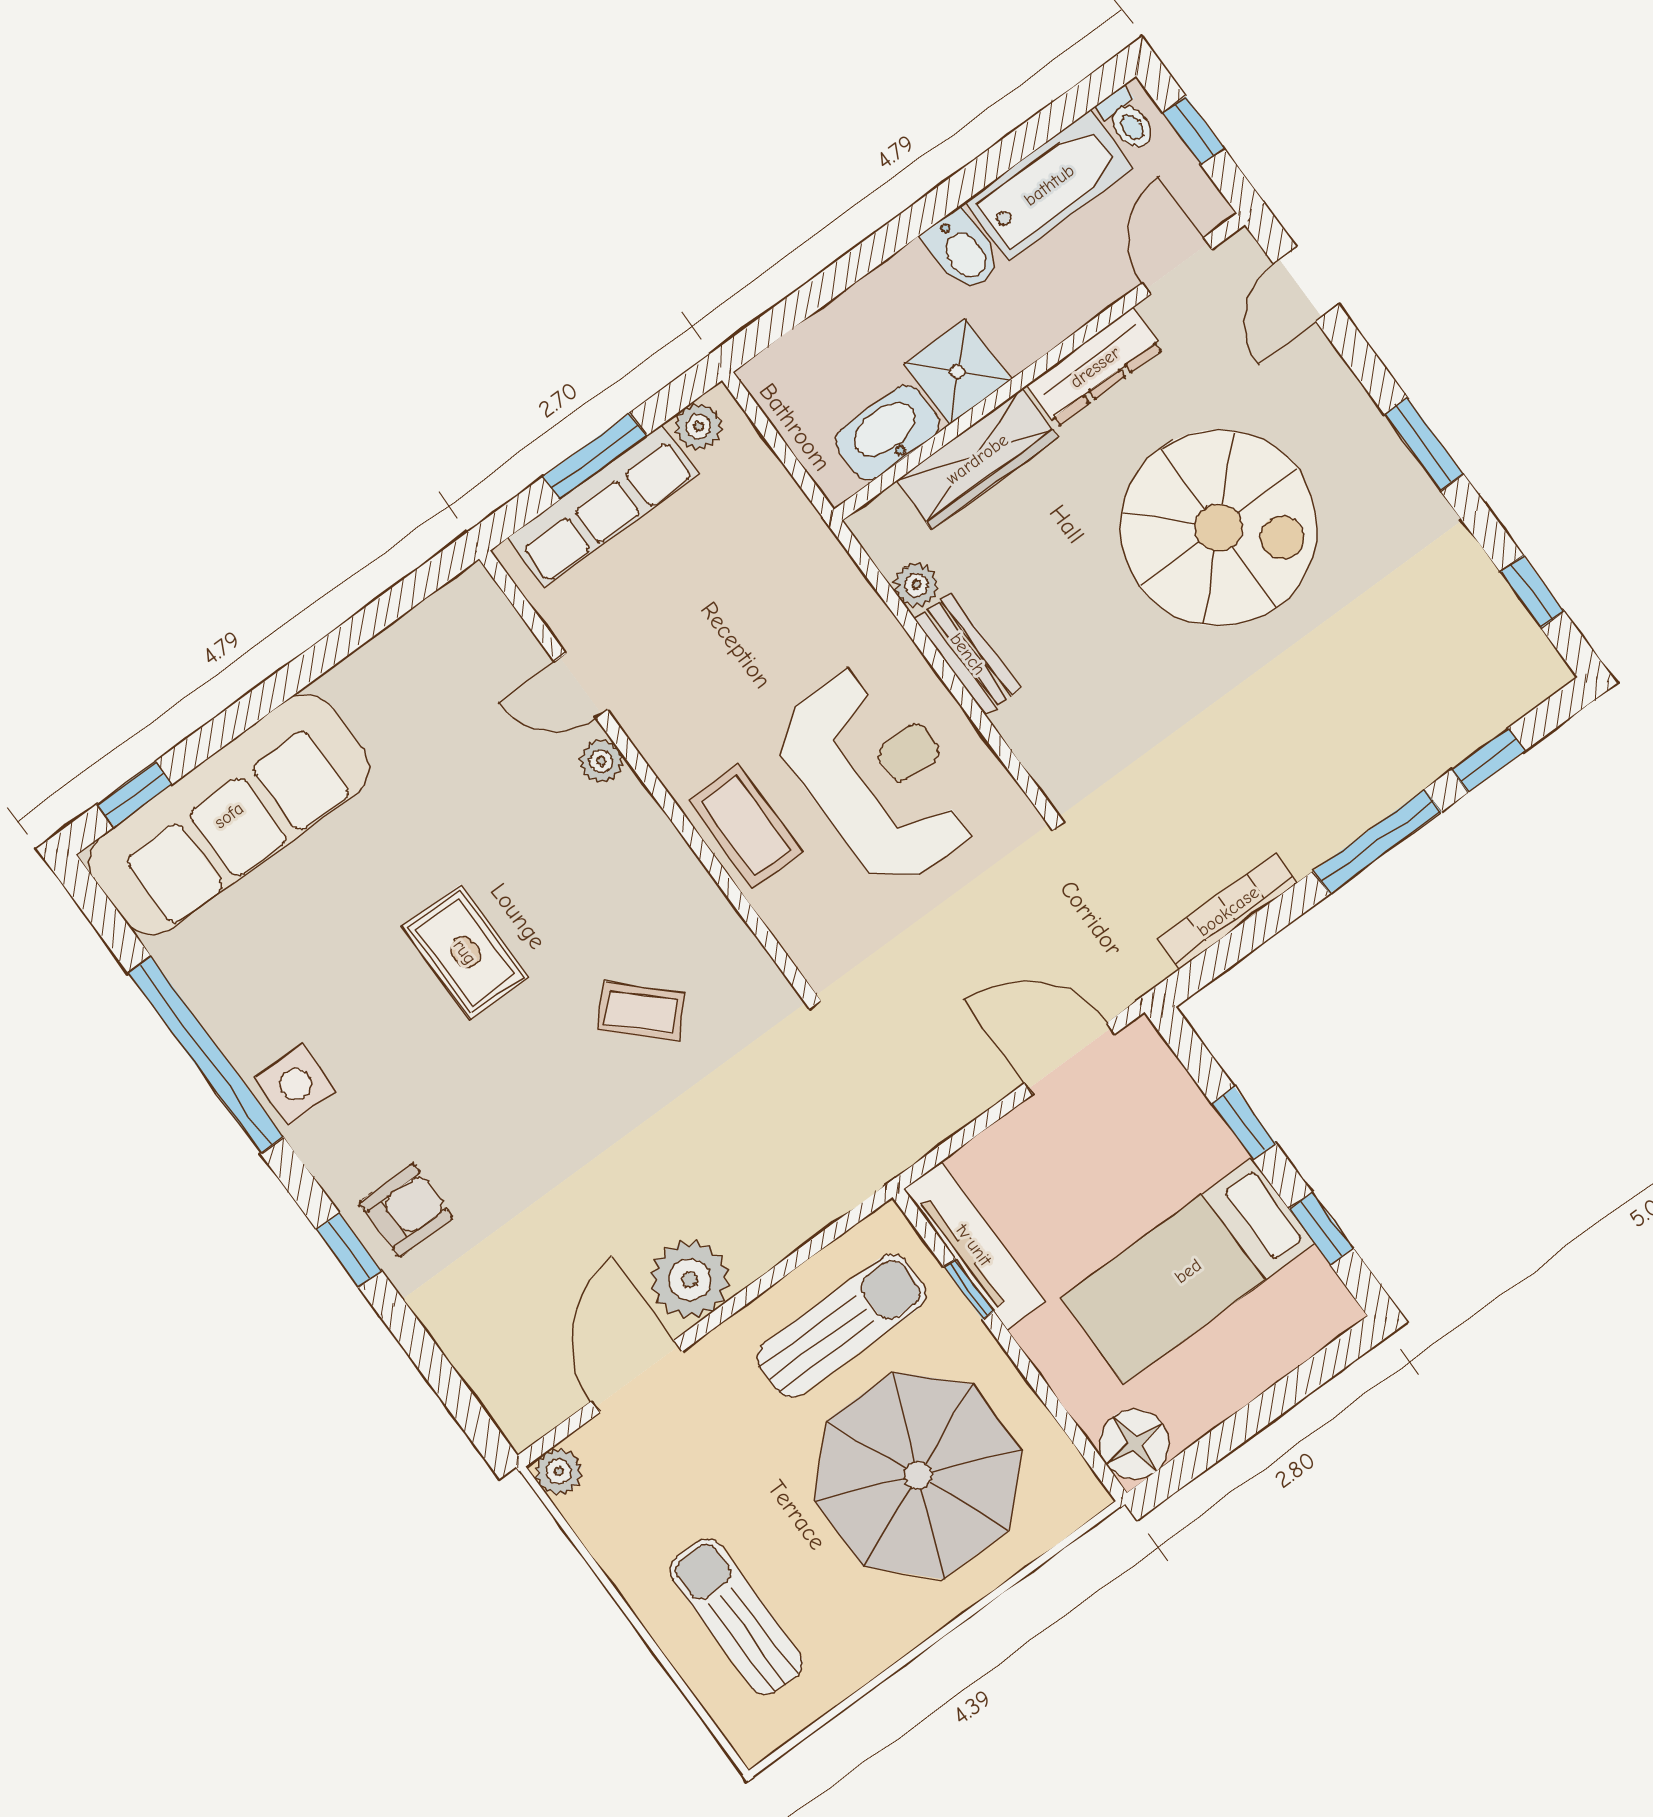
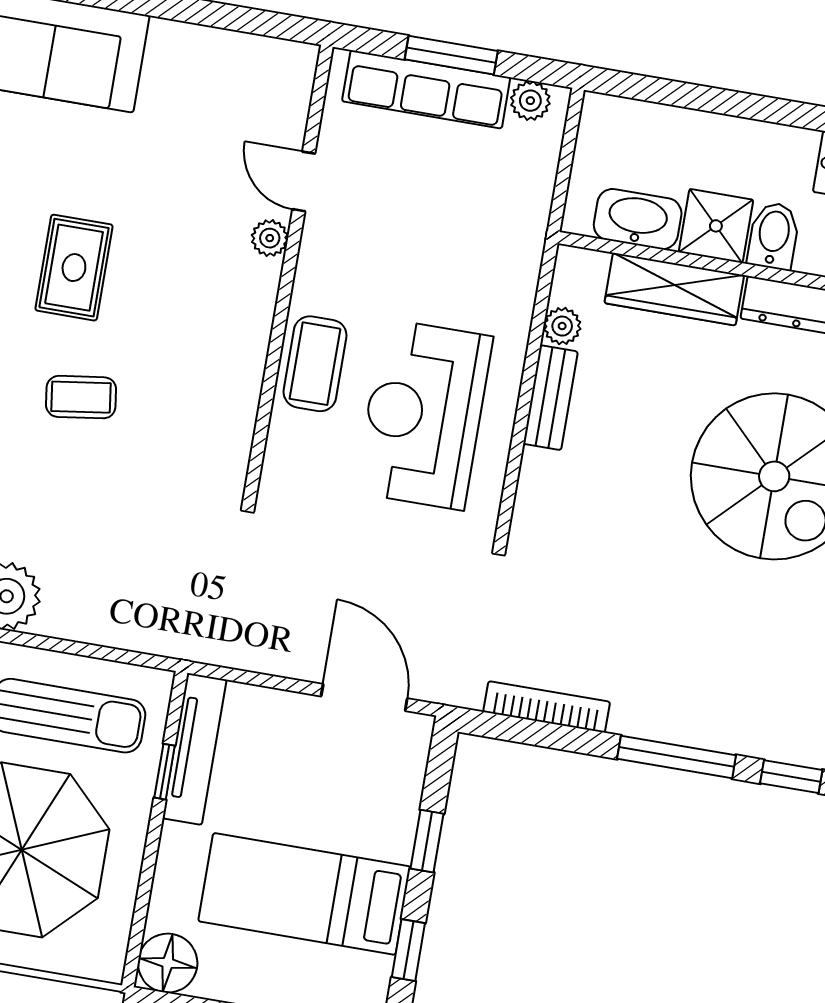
bidet: (962, 251) -> (774, 236), moved, turned 180
reception desk: (878, 775) -> (424, 414), turned 180
coffee table: (641, 1012) -> (81, 397), moved, turned -52

